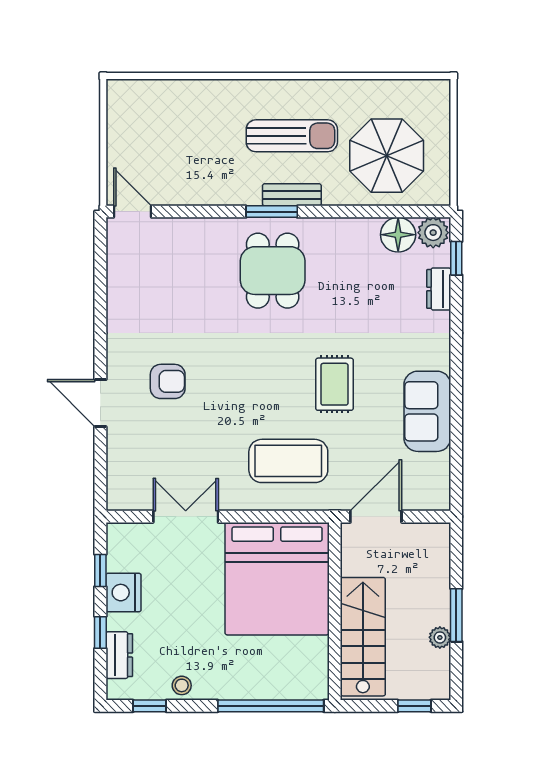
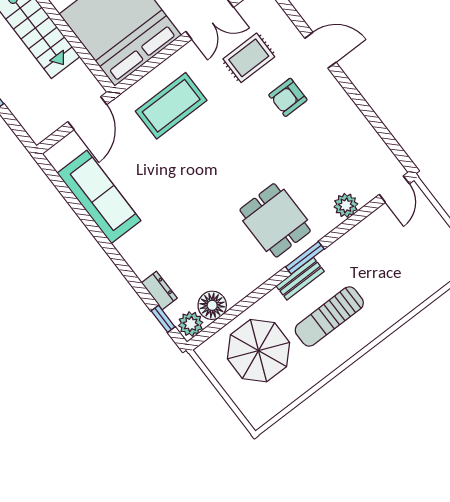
door: (132, 212) -> (394, 189), hinge flipped
plant: (192, 232) -> (346, 205), added
rug: (334, 384) -> (249, 58), moved, turned 90
sofa: (427, 411) -> (99, 197), width x1.36

